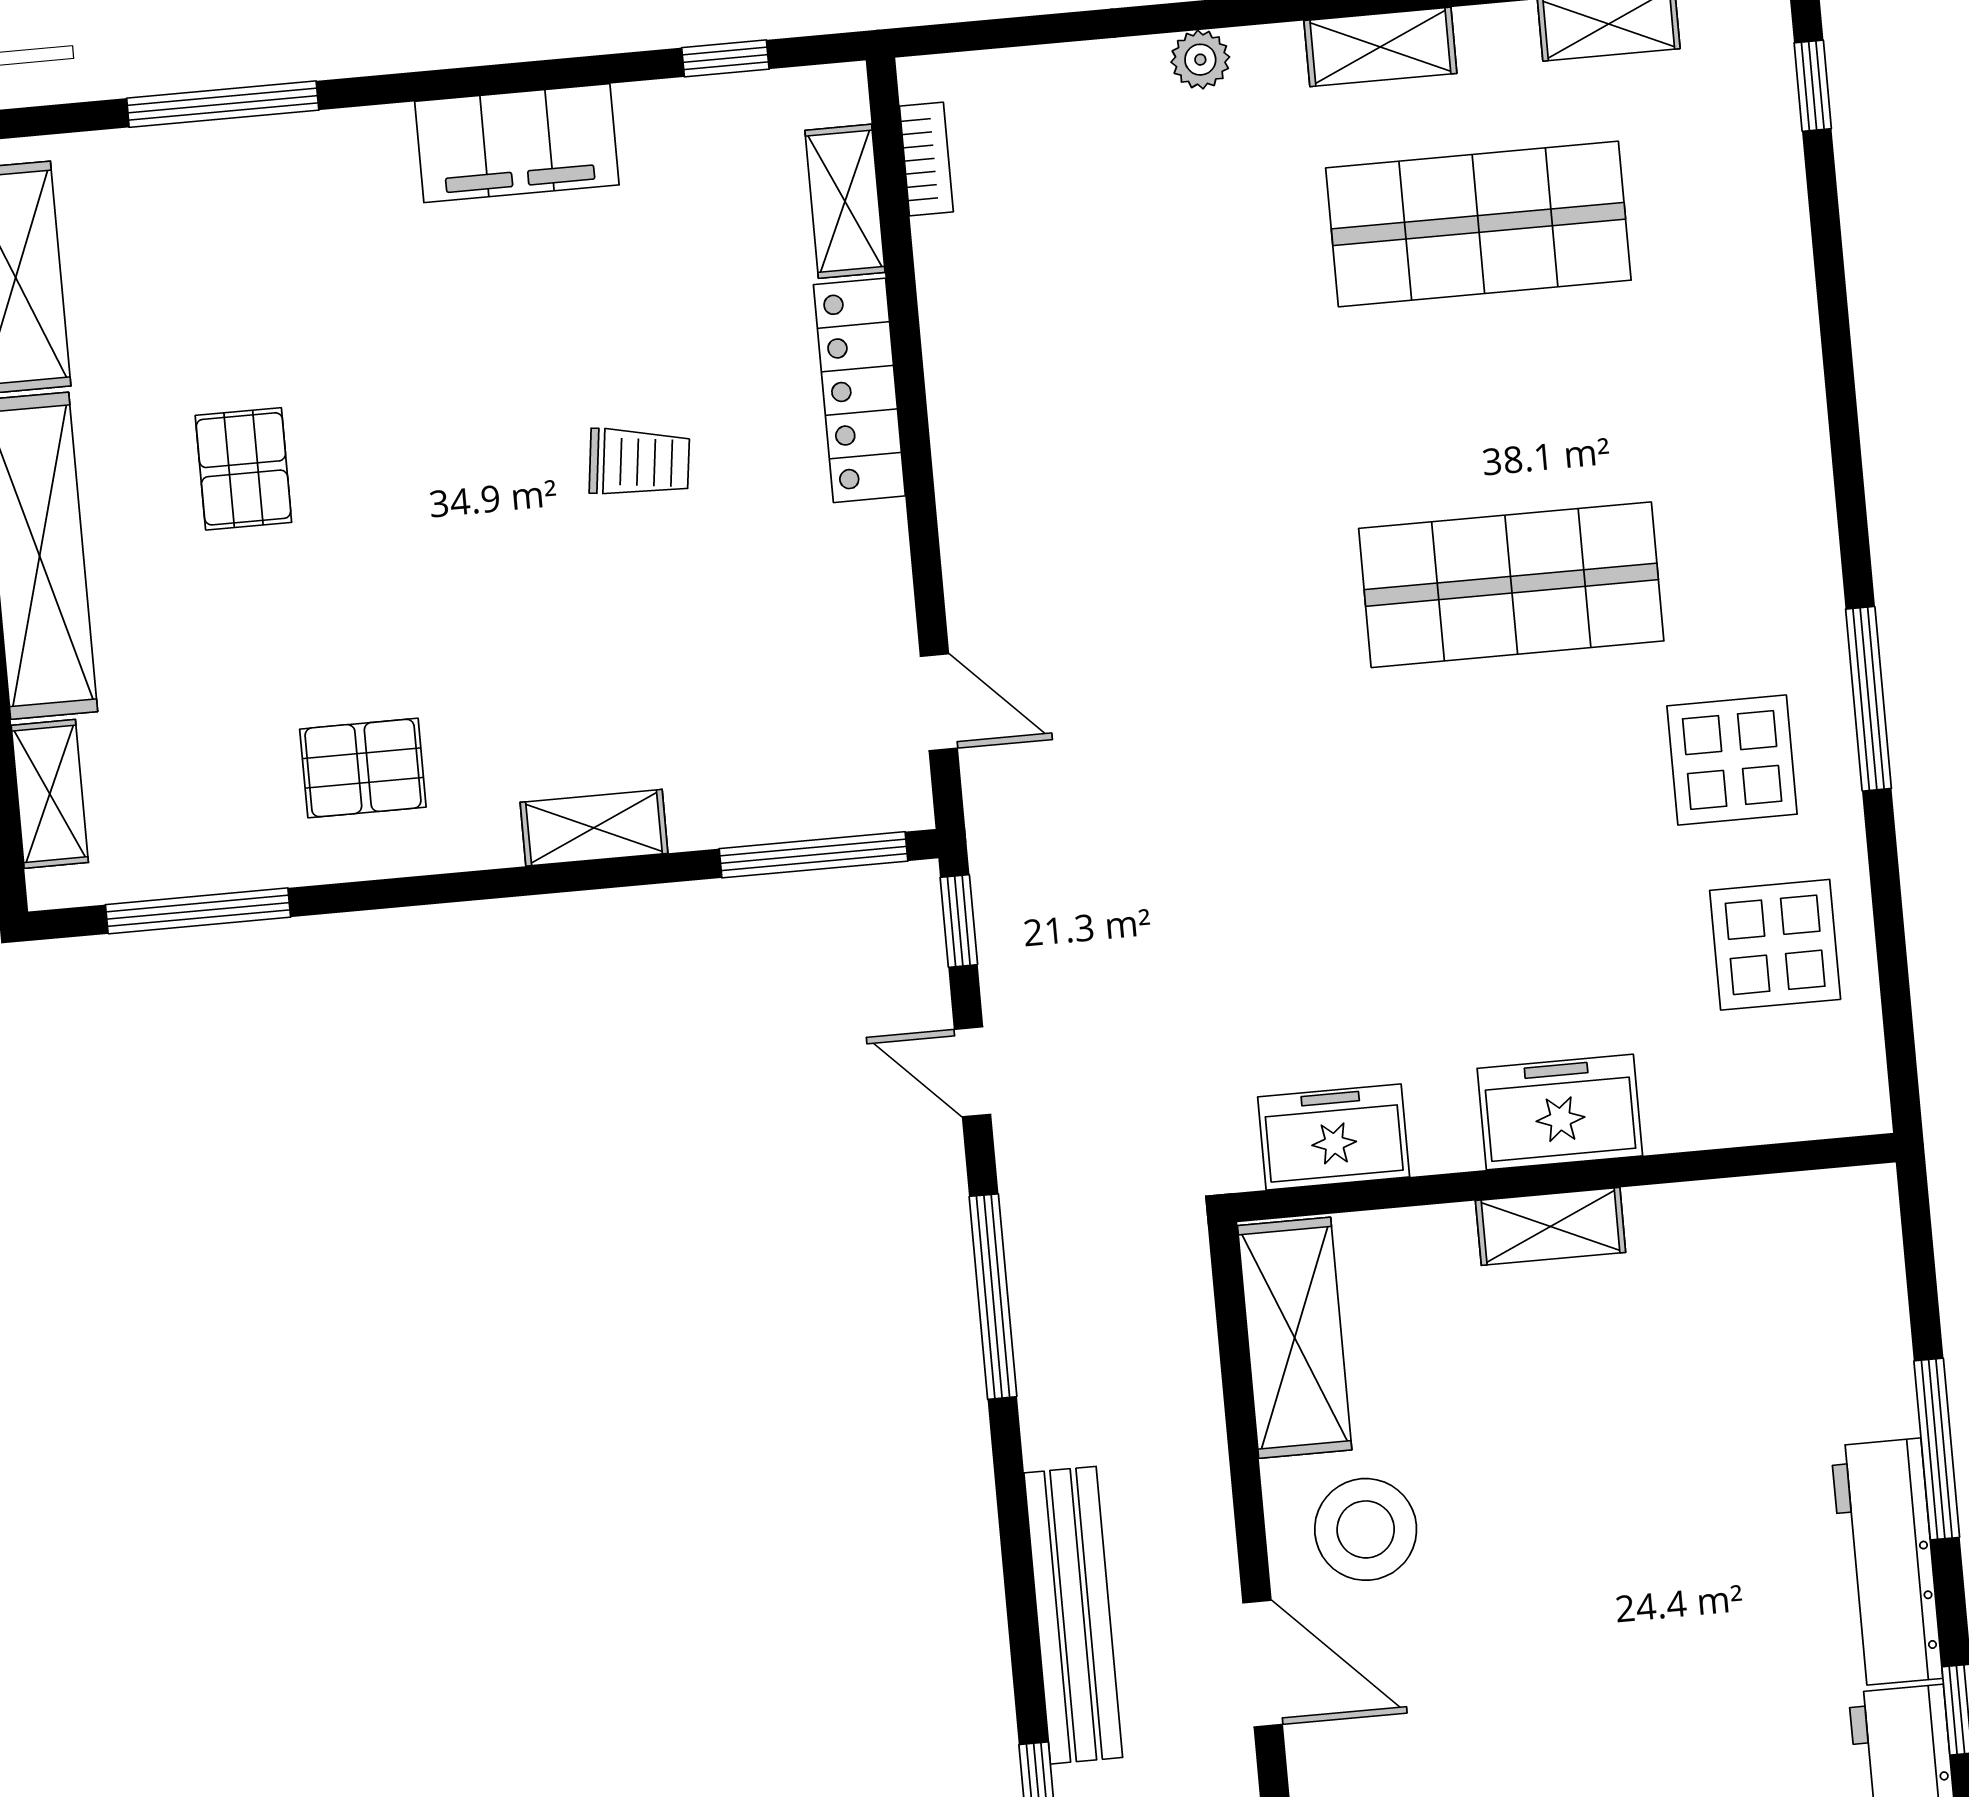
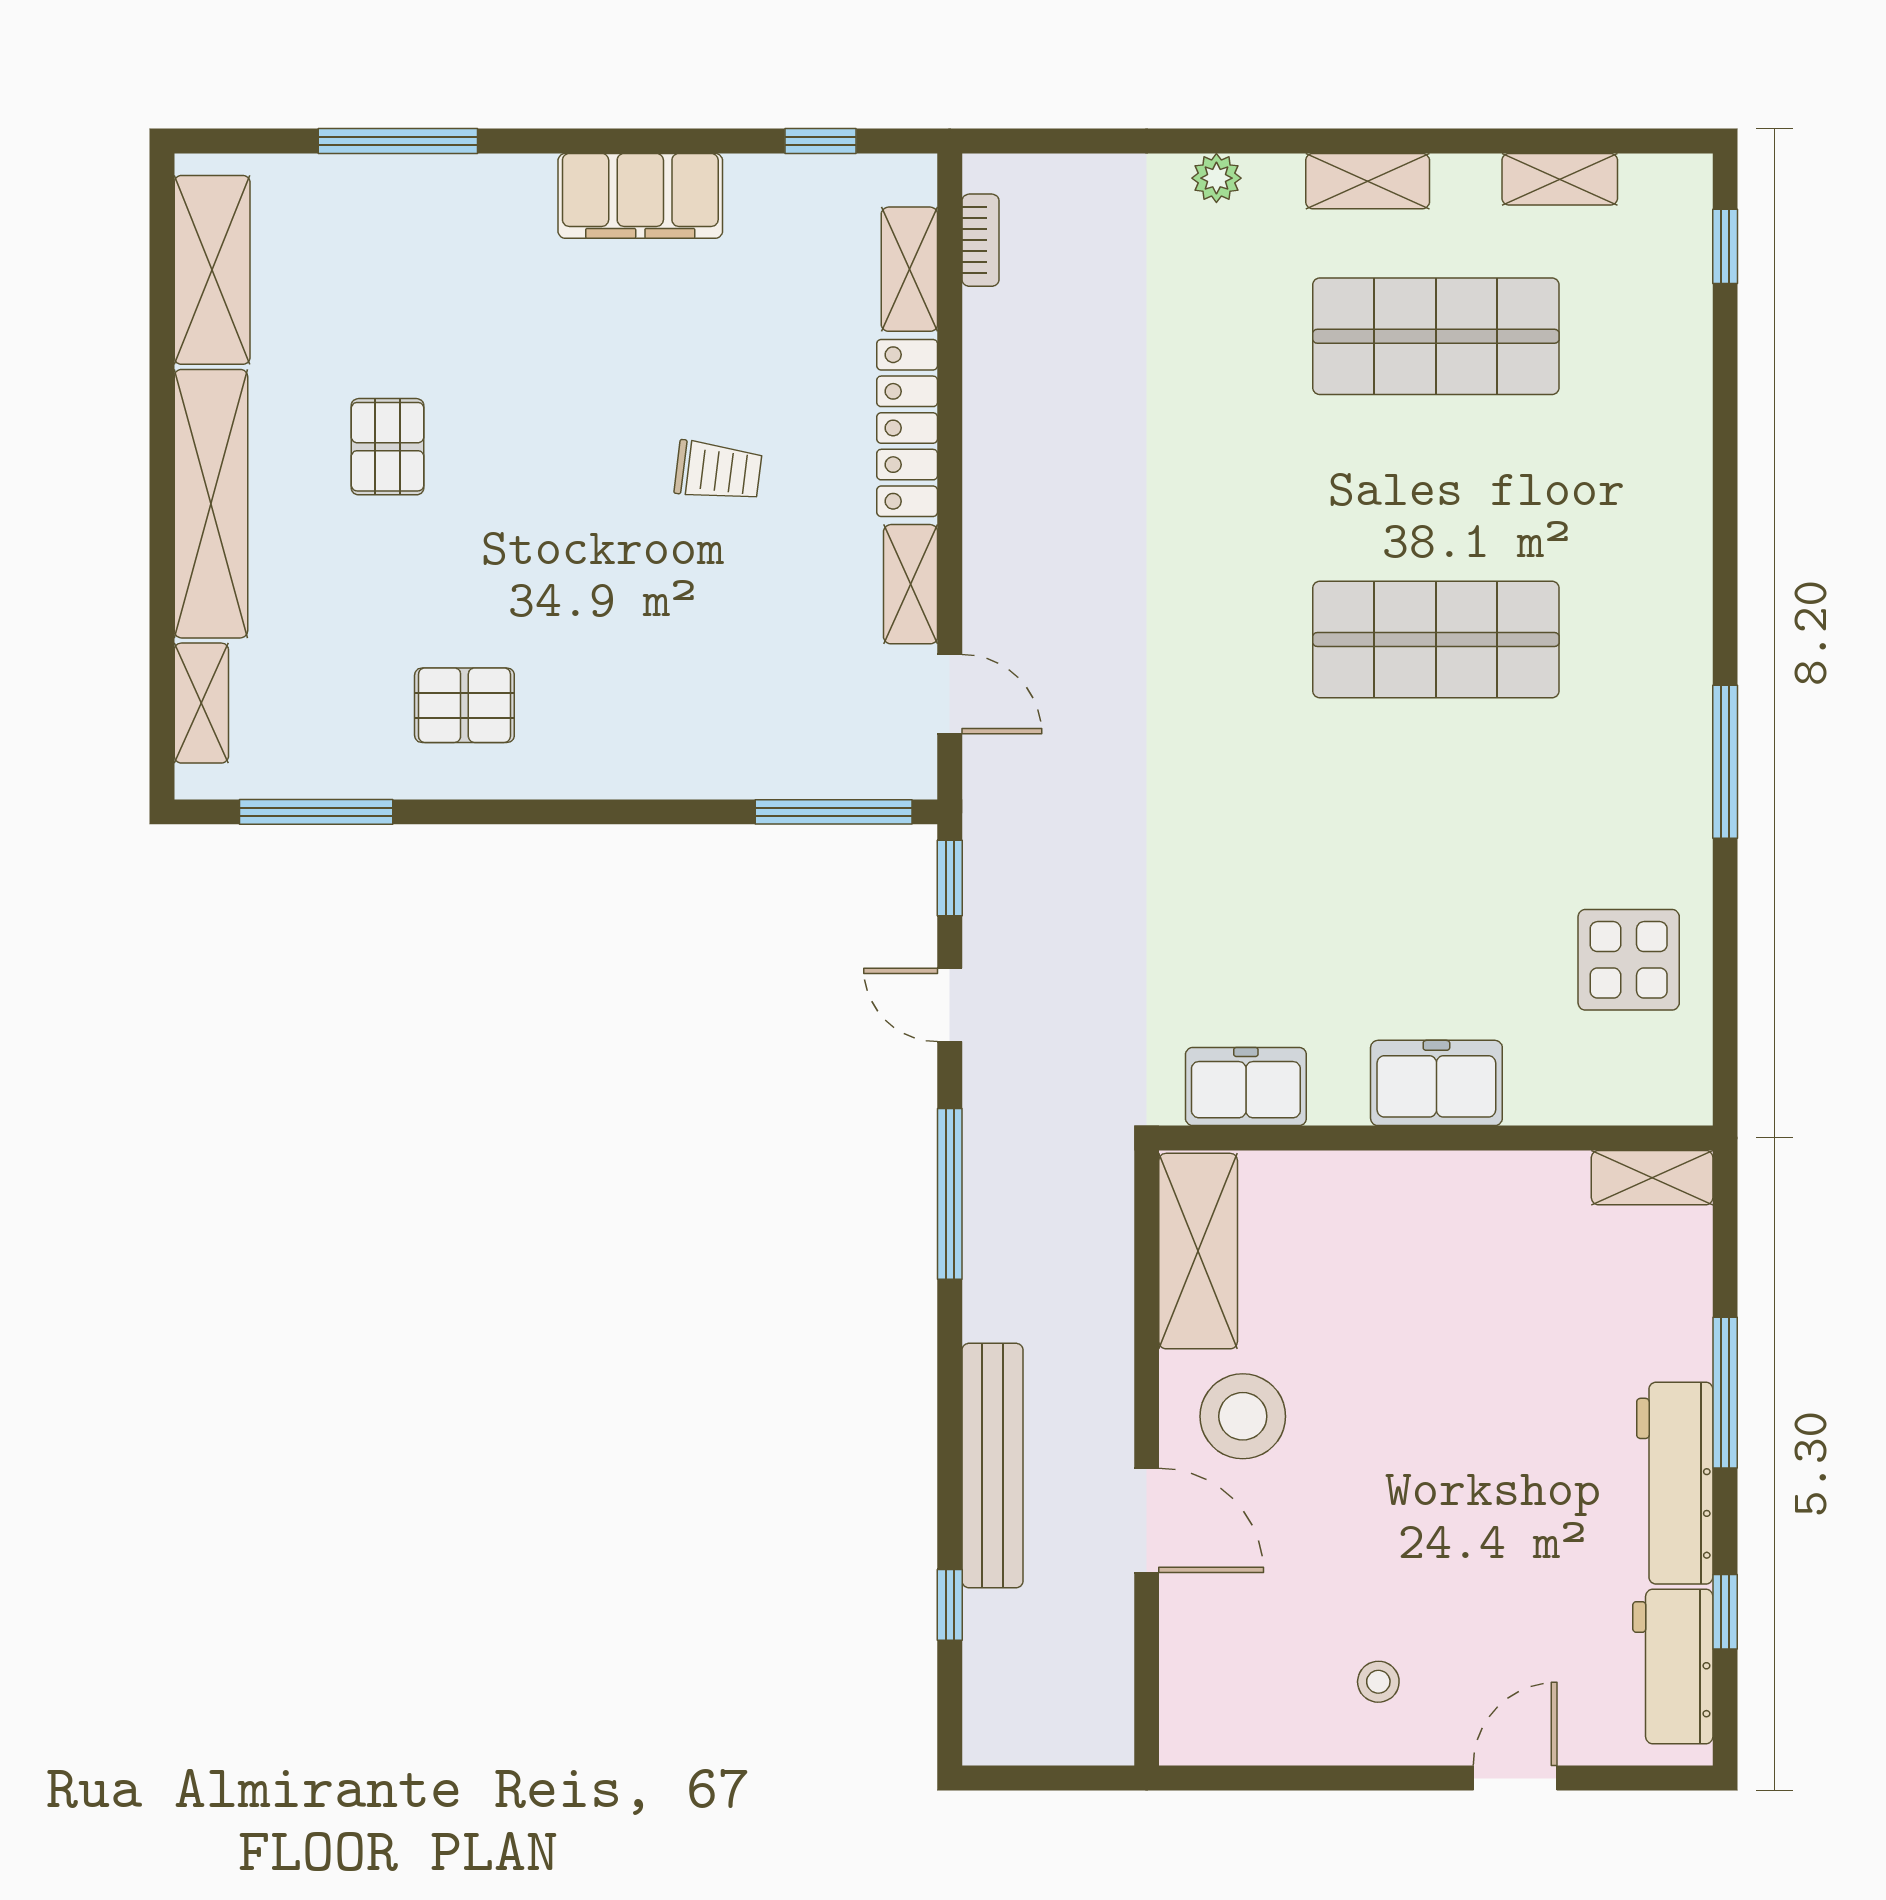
display table: (1732, 760) -> (1607, 802), removed
shelving: (594, 828) -> (911, 584), moved, turned 90
shelving: (1551, 1226) -> (1652, 1178), moved

